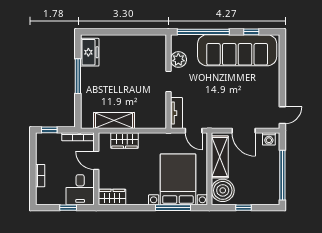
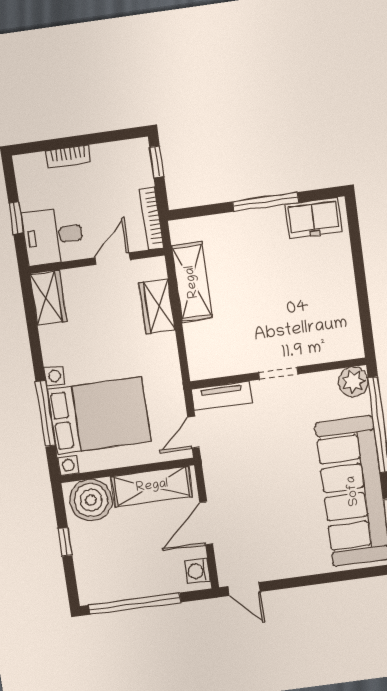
plant: (178, 60) -> (353, 382), moved

